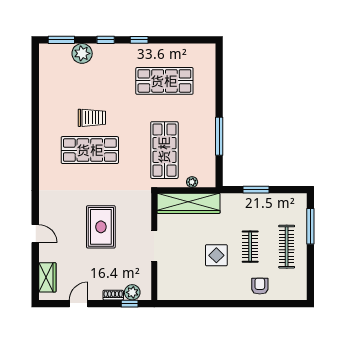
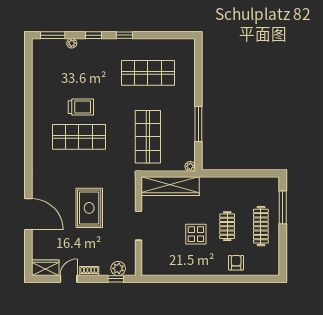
plant: (82, 53) -> (72, 43), width x0.53, depth x0.53
plant: (192, 182) -> (190, 166), moved
window: (256, 190) -> (233, 173), removed
door: (35, 234) -> (28, 214), width x1.87
wardrobe: (47, 277) -> (45, 268), moved, turned -90
shoe rack: (113, 295) -> (89, 271), moved

